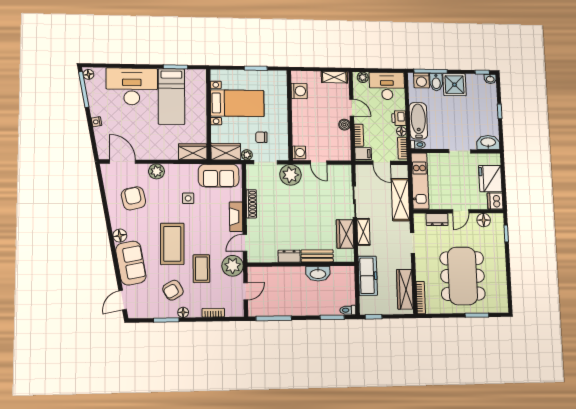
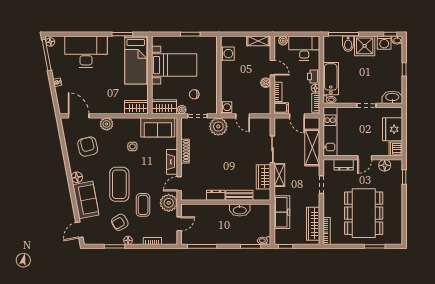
washing machine: (421, 80) -> (384, 43), moved
bed: (171, 97) -> (136, 60), moved

